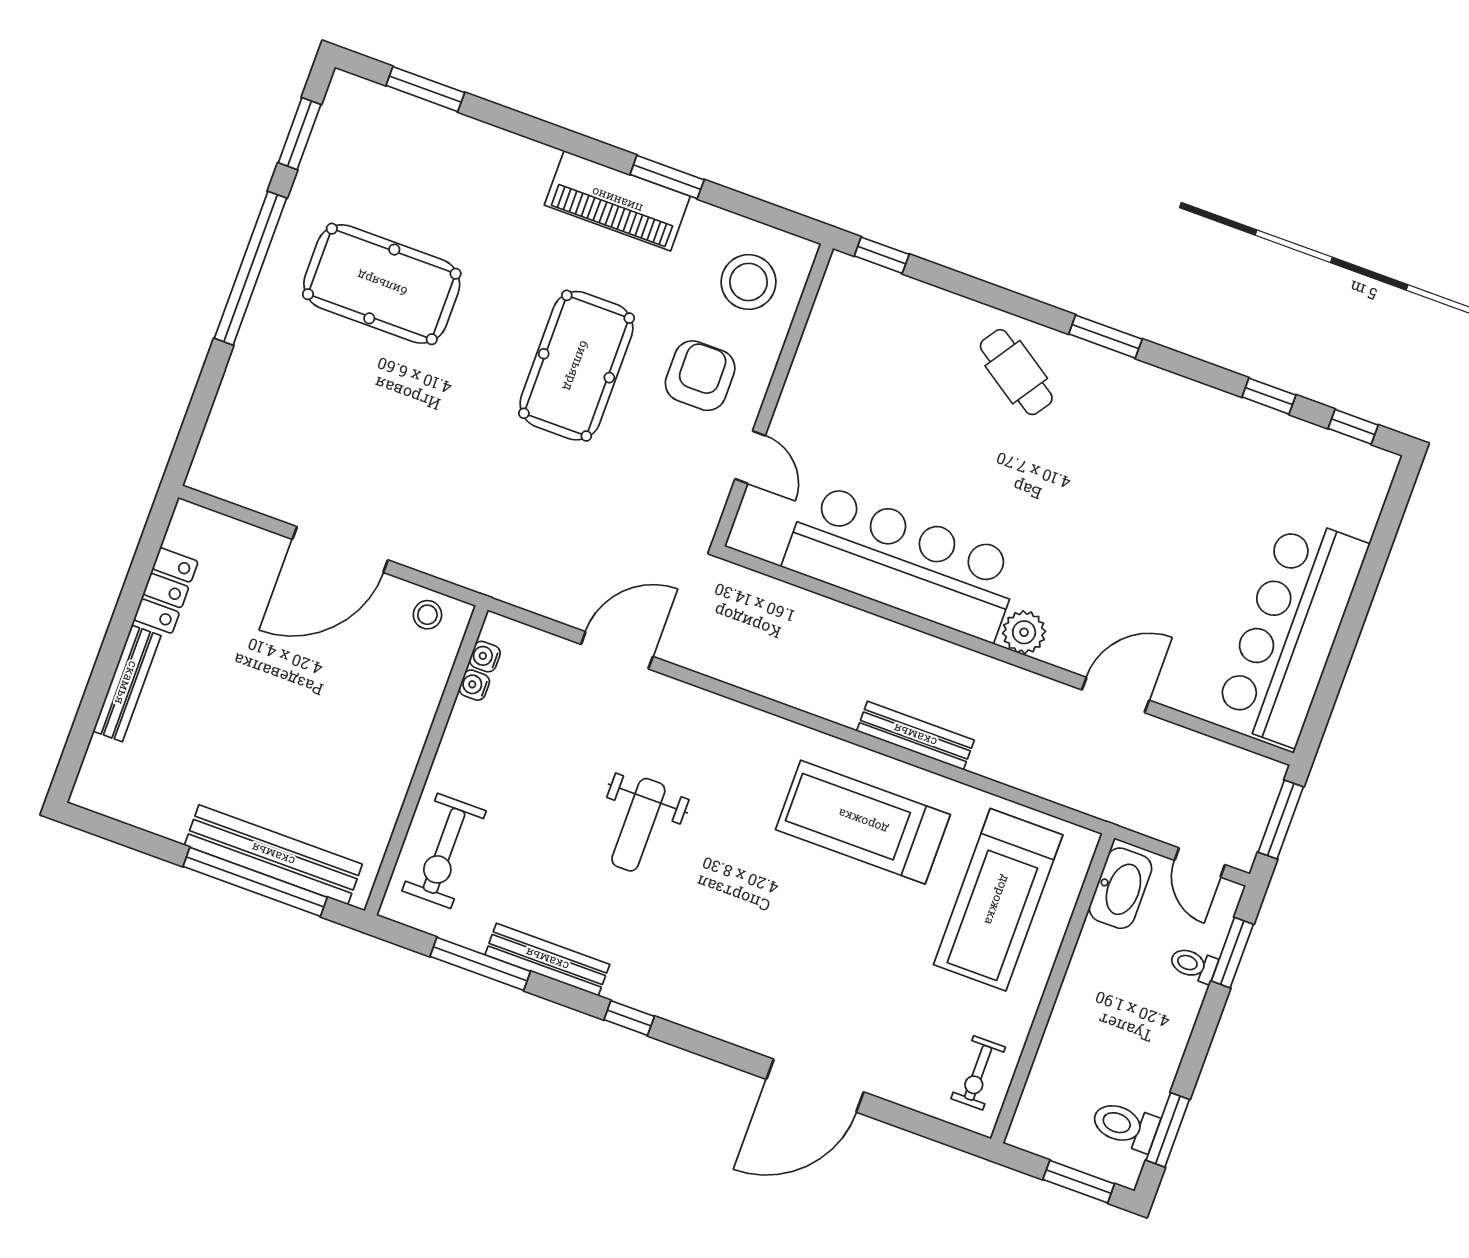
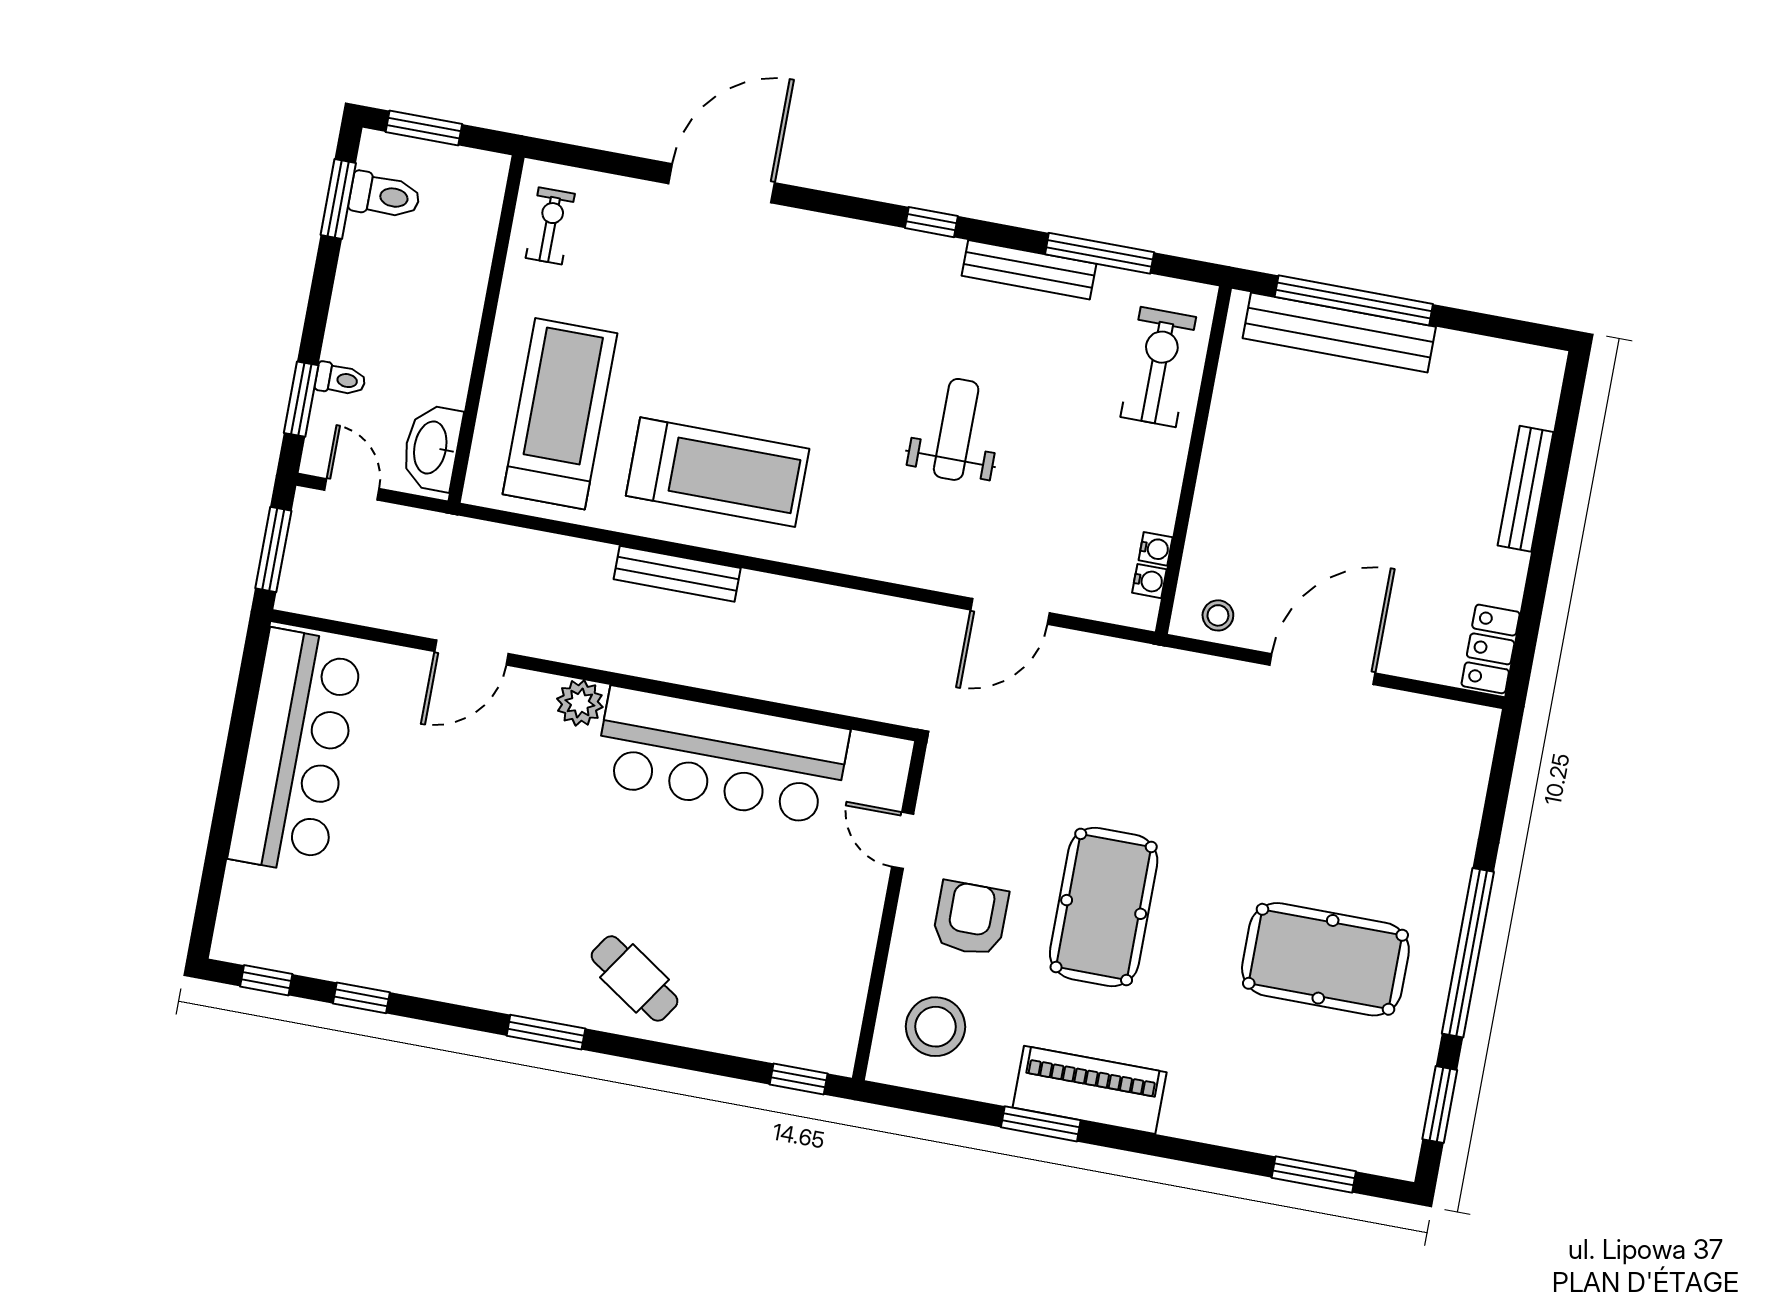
armchair: (700, 376) -> (970, 918), turned 180
locker: (166, 591) -> (1491, 649), moved

